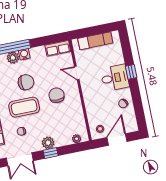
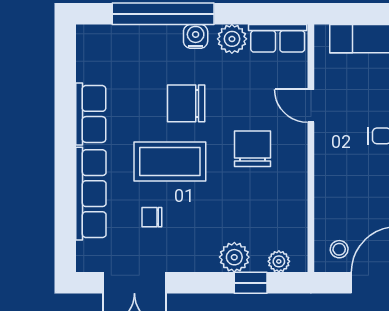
plant: (13, 58) -> (232, 39), moved
chair: (26, 82) -> (186, 103), turned 180
plant: (48, 143) -> (234, 257), moved
window: (51, 153) -> (251, 283), moved

